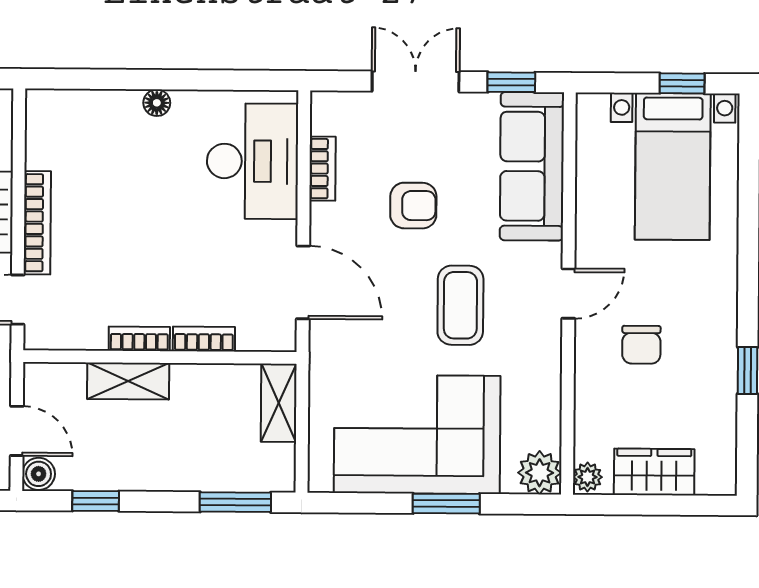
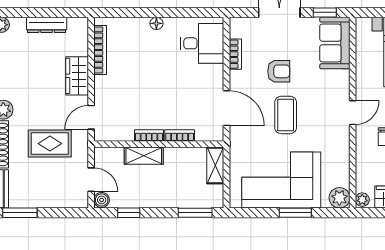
desk: (252, 161) -> (202, 43), width x0.73
sofa: (532, 166) -> (335, 43), width x0.73
bookcase: (37, 223) -> (100, 50), moved
coffee table: (460, 305) -> (286, 115), moved

